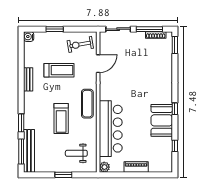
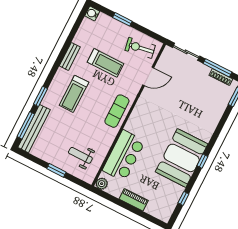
treadmill: (61, 118) -> (74, 94), moved
booth: (162, 120) -> (182, 158), width x1.36, depth x1.42
bar counter: (111, 129) -> (124, 156), width x0.73

